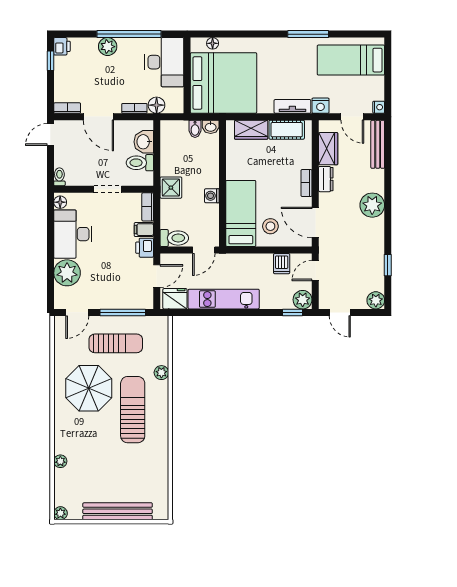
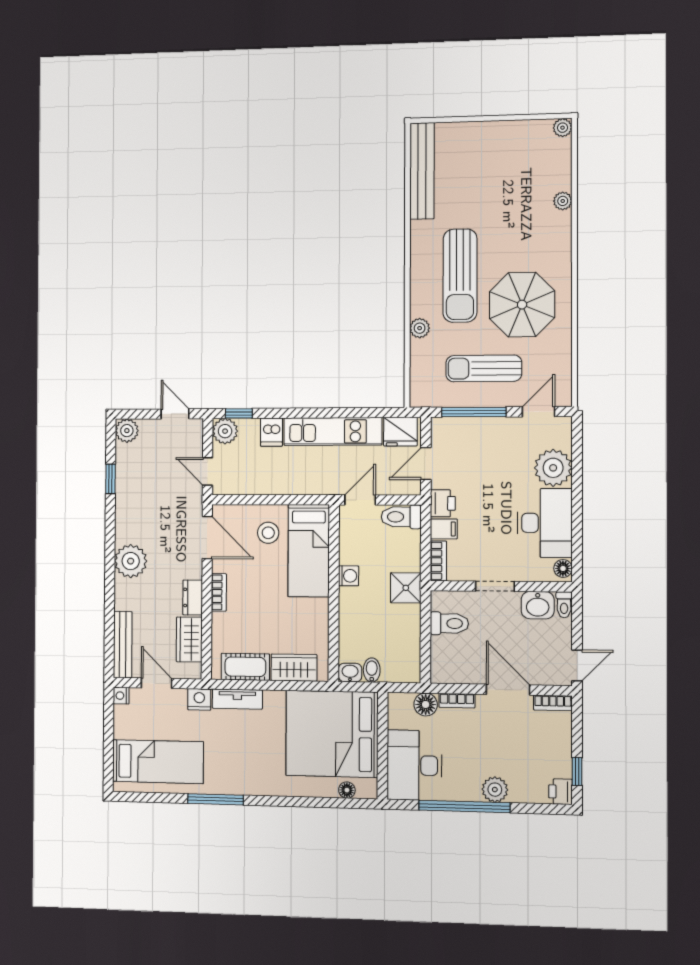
washbasin: (144, 142) -> (538, 605), moved, turned 90
dishwasher: (282, 264) -> (271, 432), moved, turned 180
door: (315, 270) -> (208, 471), swing flipped
bench: (118, 511) -> (422, 171), moved, turned 90

